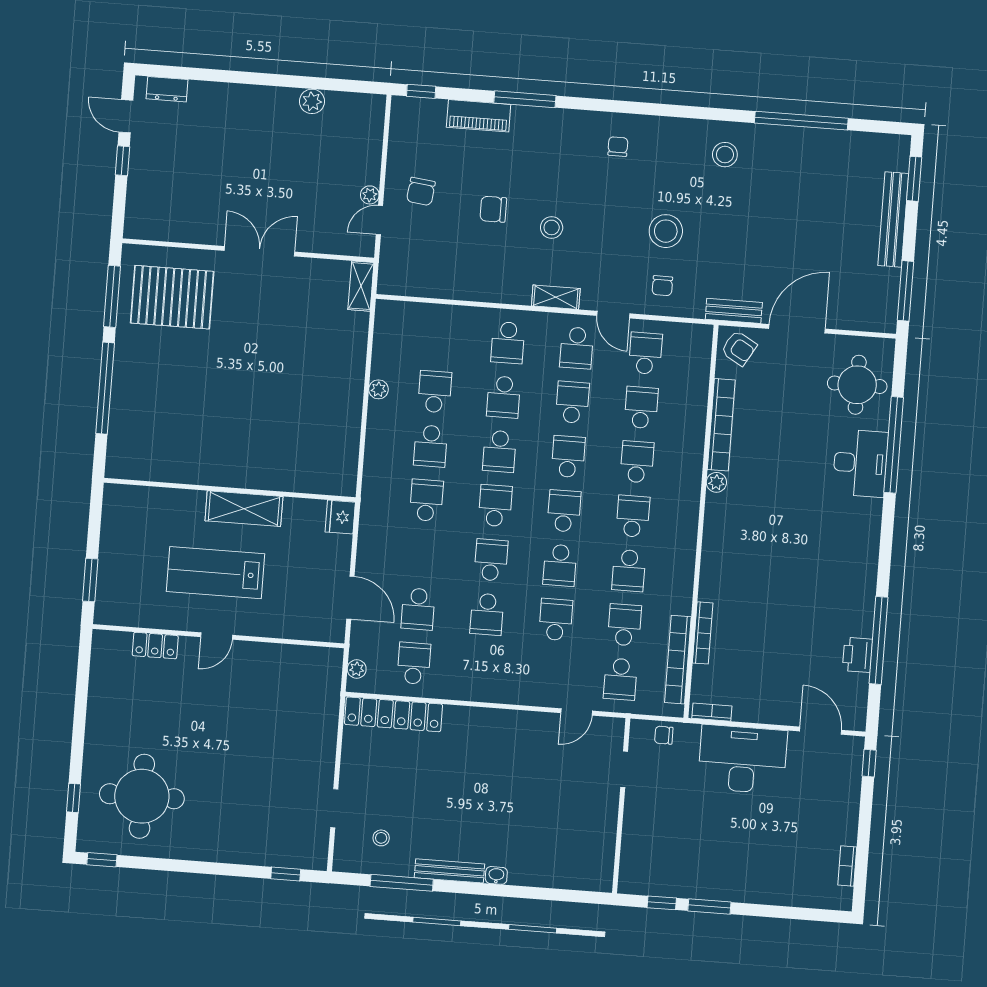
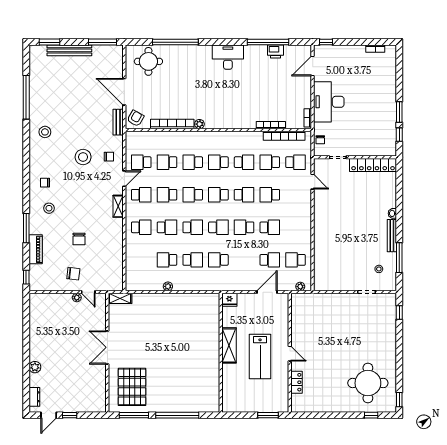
plant: (312, 101) -> (35, 367), moved
stool: (552, 227) -> (49, 208), moved
desk: (860, 463) -> (228, 57), moved
school desk: (495, 506) -> (218, 227), turned 180
locker: (393, 714) -> (373, 165), moved, turned 90

